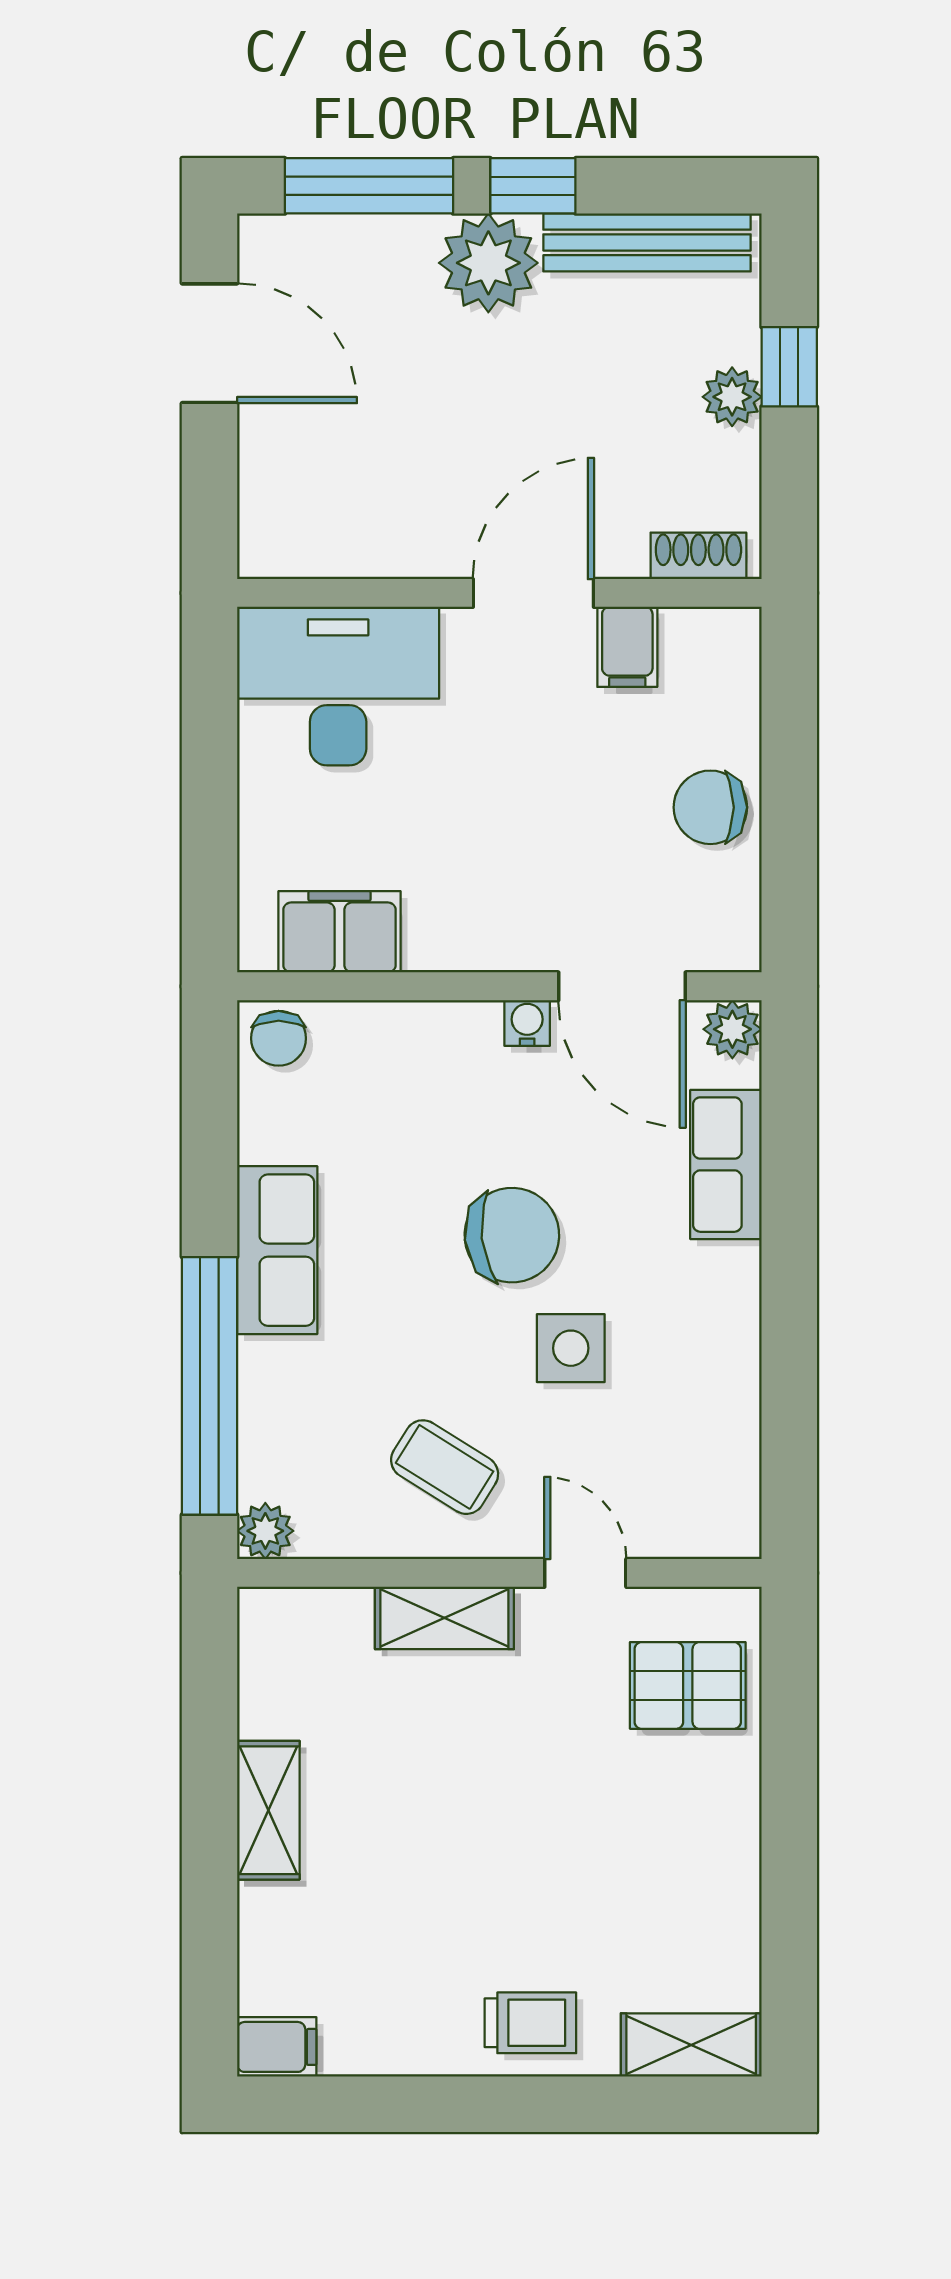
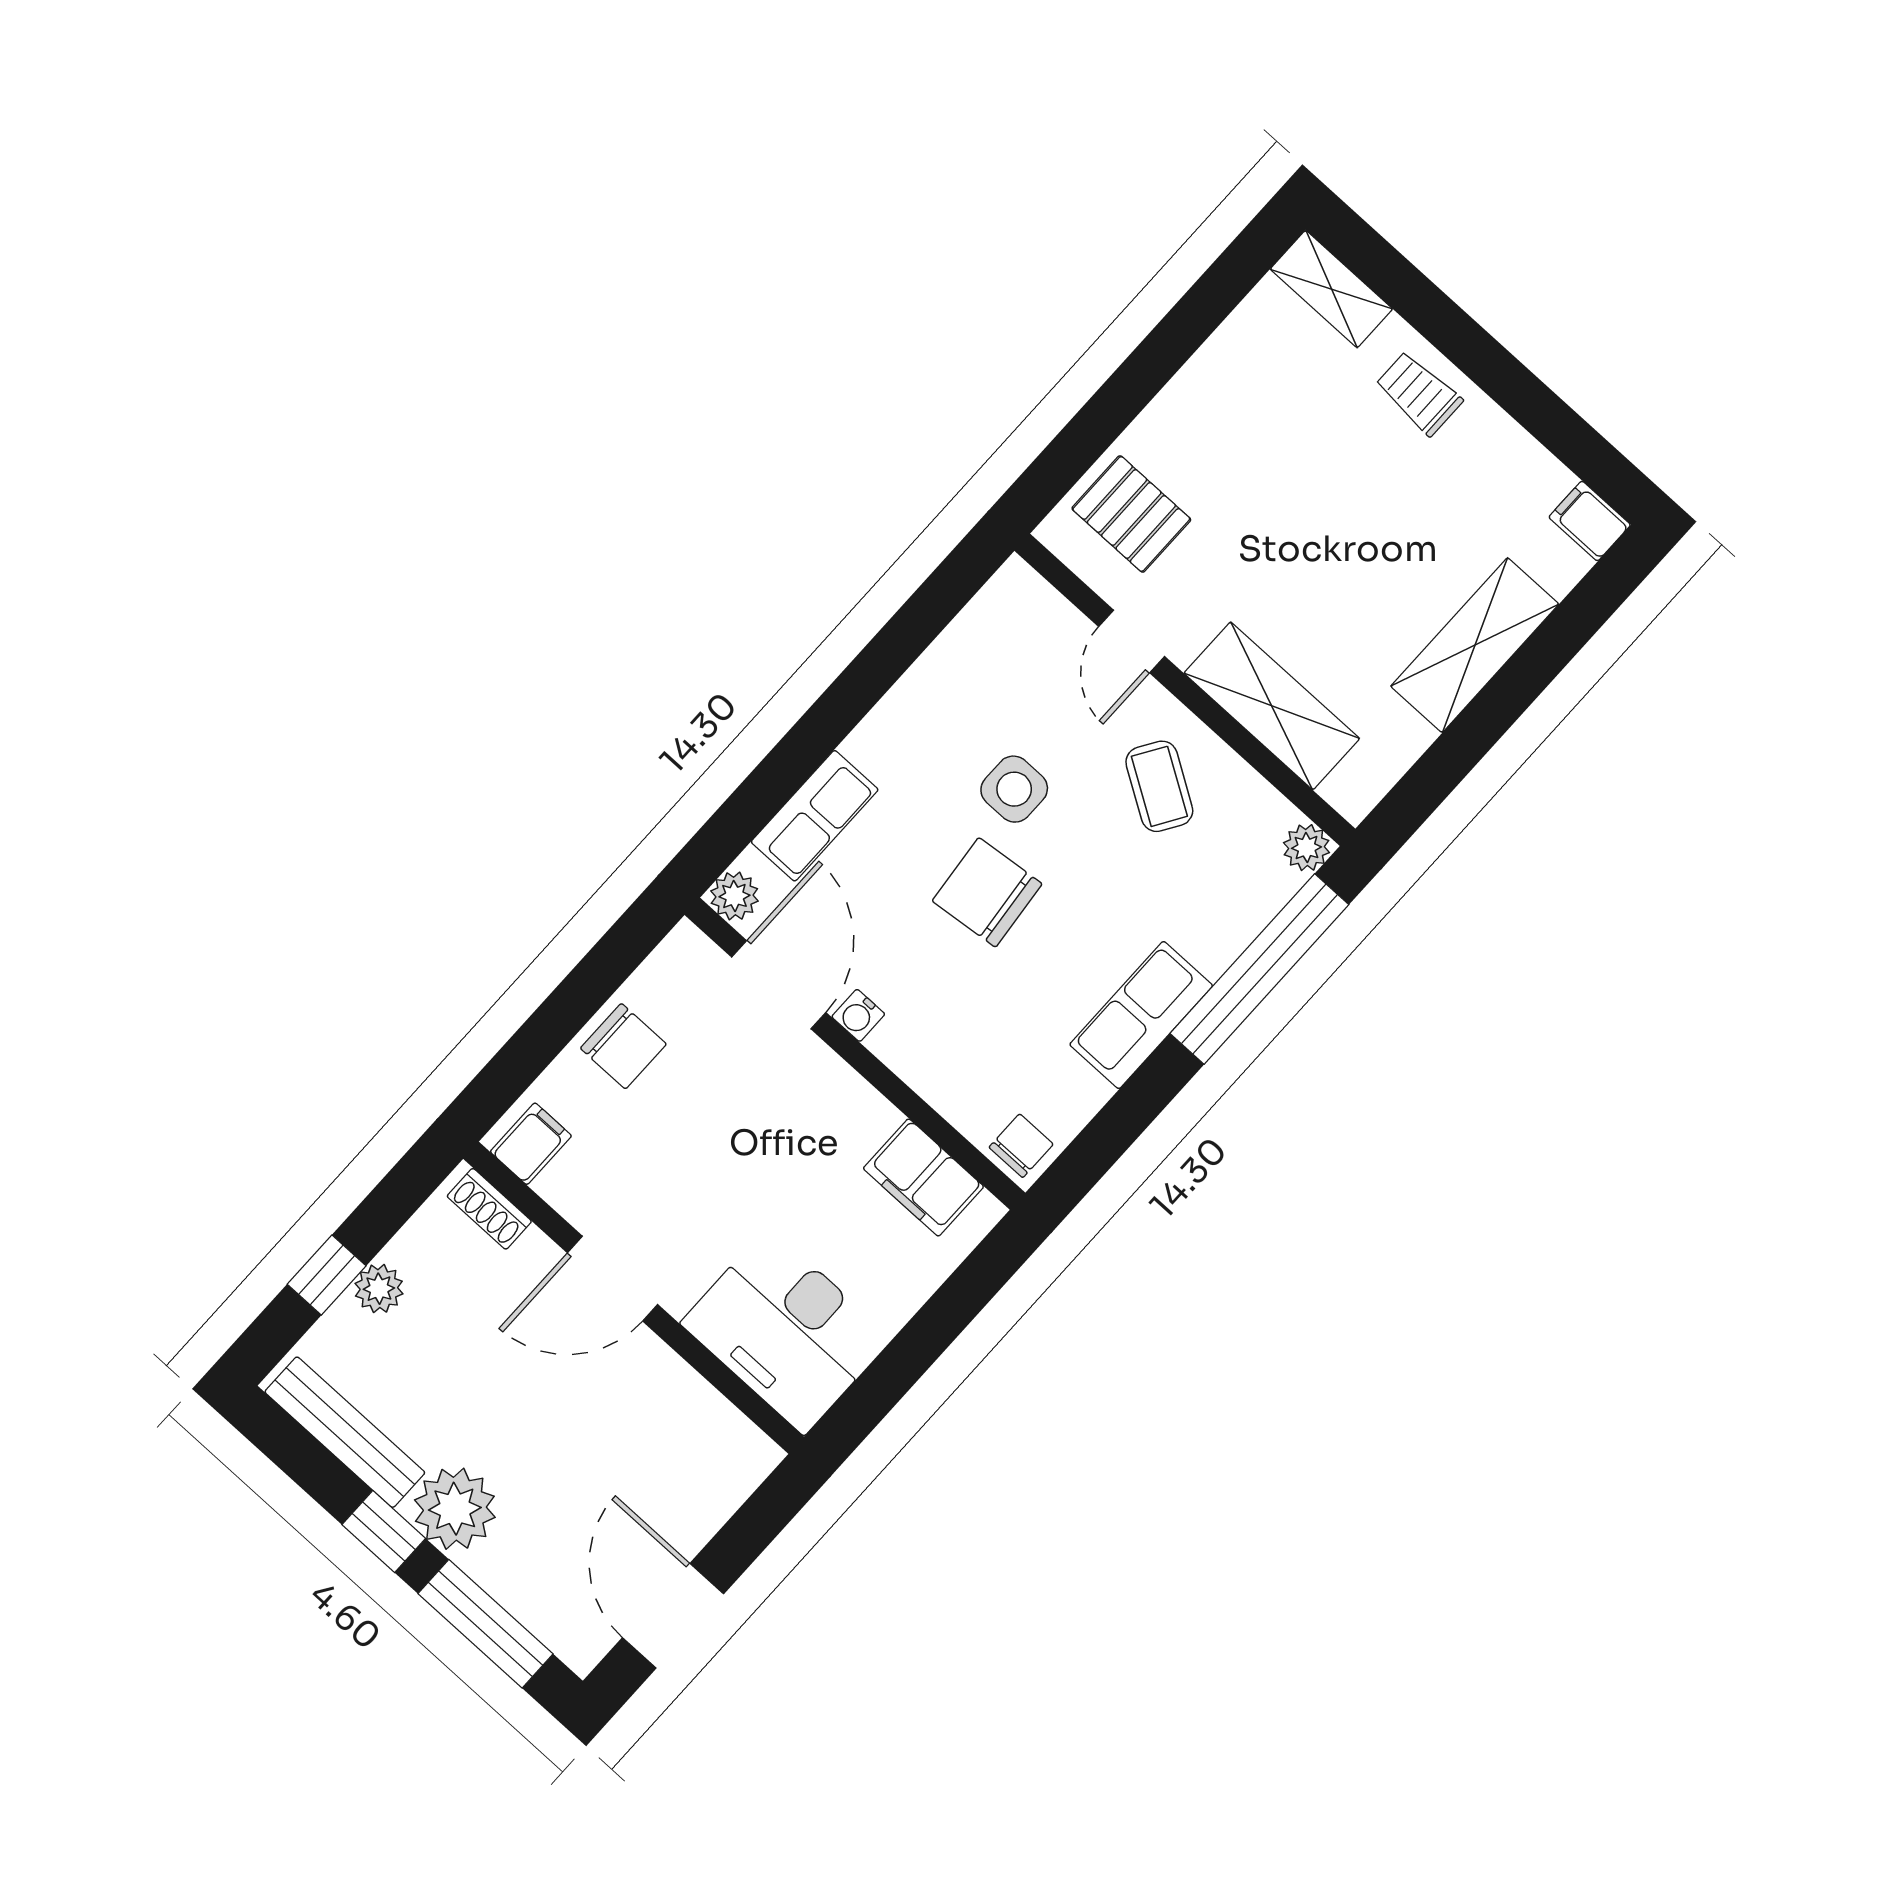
filing cabinet: (627, 647) -> (531, 1144), moved
shelving: (444, 1618) -> (1272, 706), width x1.50, depth x1.33
shelving: (268, 1810) -> (1475, 645), width x1.50, depth x1.33

